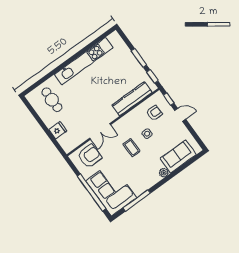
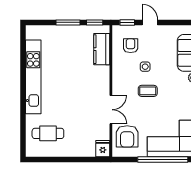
kitchen counter: (132, 99) -> (102, 49), width x0.67
door: (180, 115) -> (150, 22), hinge flipped
fridge: (58, 130) -> (103, 149), moved
armchair: (90, 156) -> (127, 136), turned 180

